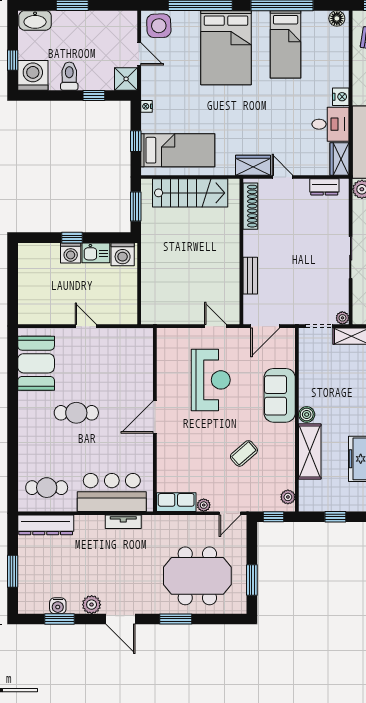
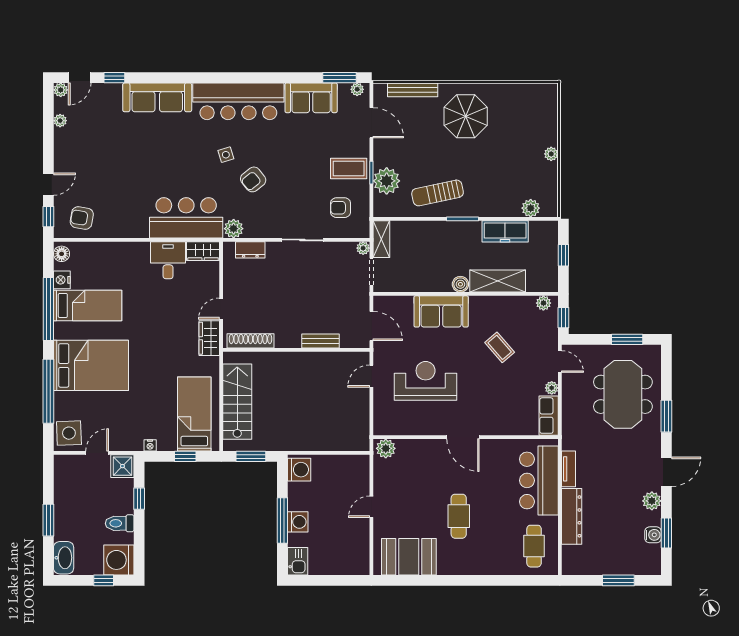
nightstand: (341, 97) -> (62, 280), moved, turned -90
dresser: (324, 187) -> (250, 250), moved, turned 90
window: (72, 238) -> (282, 520), width x2.17
kitchen sink: (96, 253) -> (298, 561), moved
plant: (144, 340) -> (386, 448), added
dresser: (46, 525) -> (572, 516), moved

